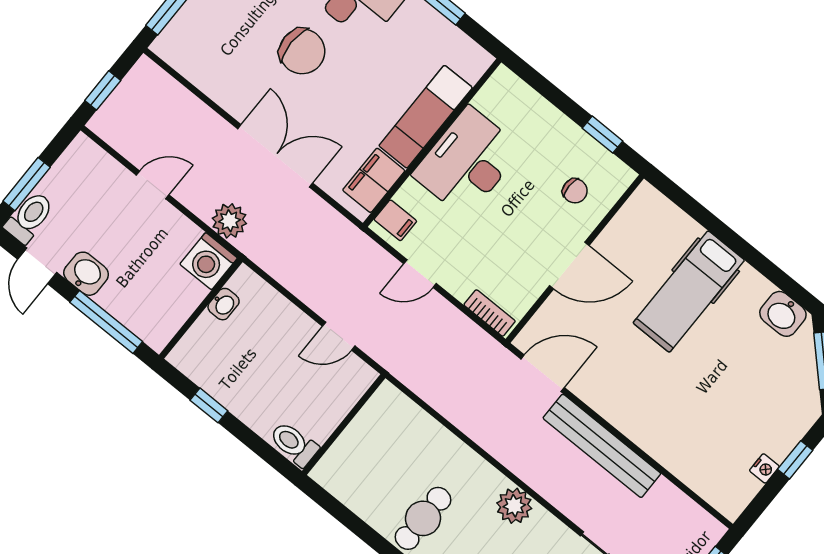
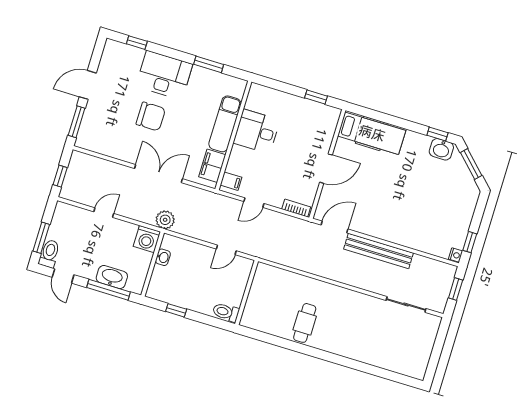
desk: (467, 162) -> (257, 131), width x0.73
chair: (575, 191) -> (314, 130), removed
plant: (229, 221) -> (165, 220), moved
washbasin: (86, 274) -> (112, 277), moved, width x1.38
window: (787, 285) -> (437, 134), added
hospital bed: (689, 291) -> (372, 133), moved, turned -90
window: (795, 460) -> (470, 242), moved
nightstand: (764, 468) -> (456, 255), moved
plant: (514, 506) -> (347, 298), removed

